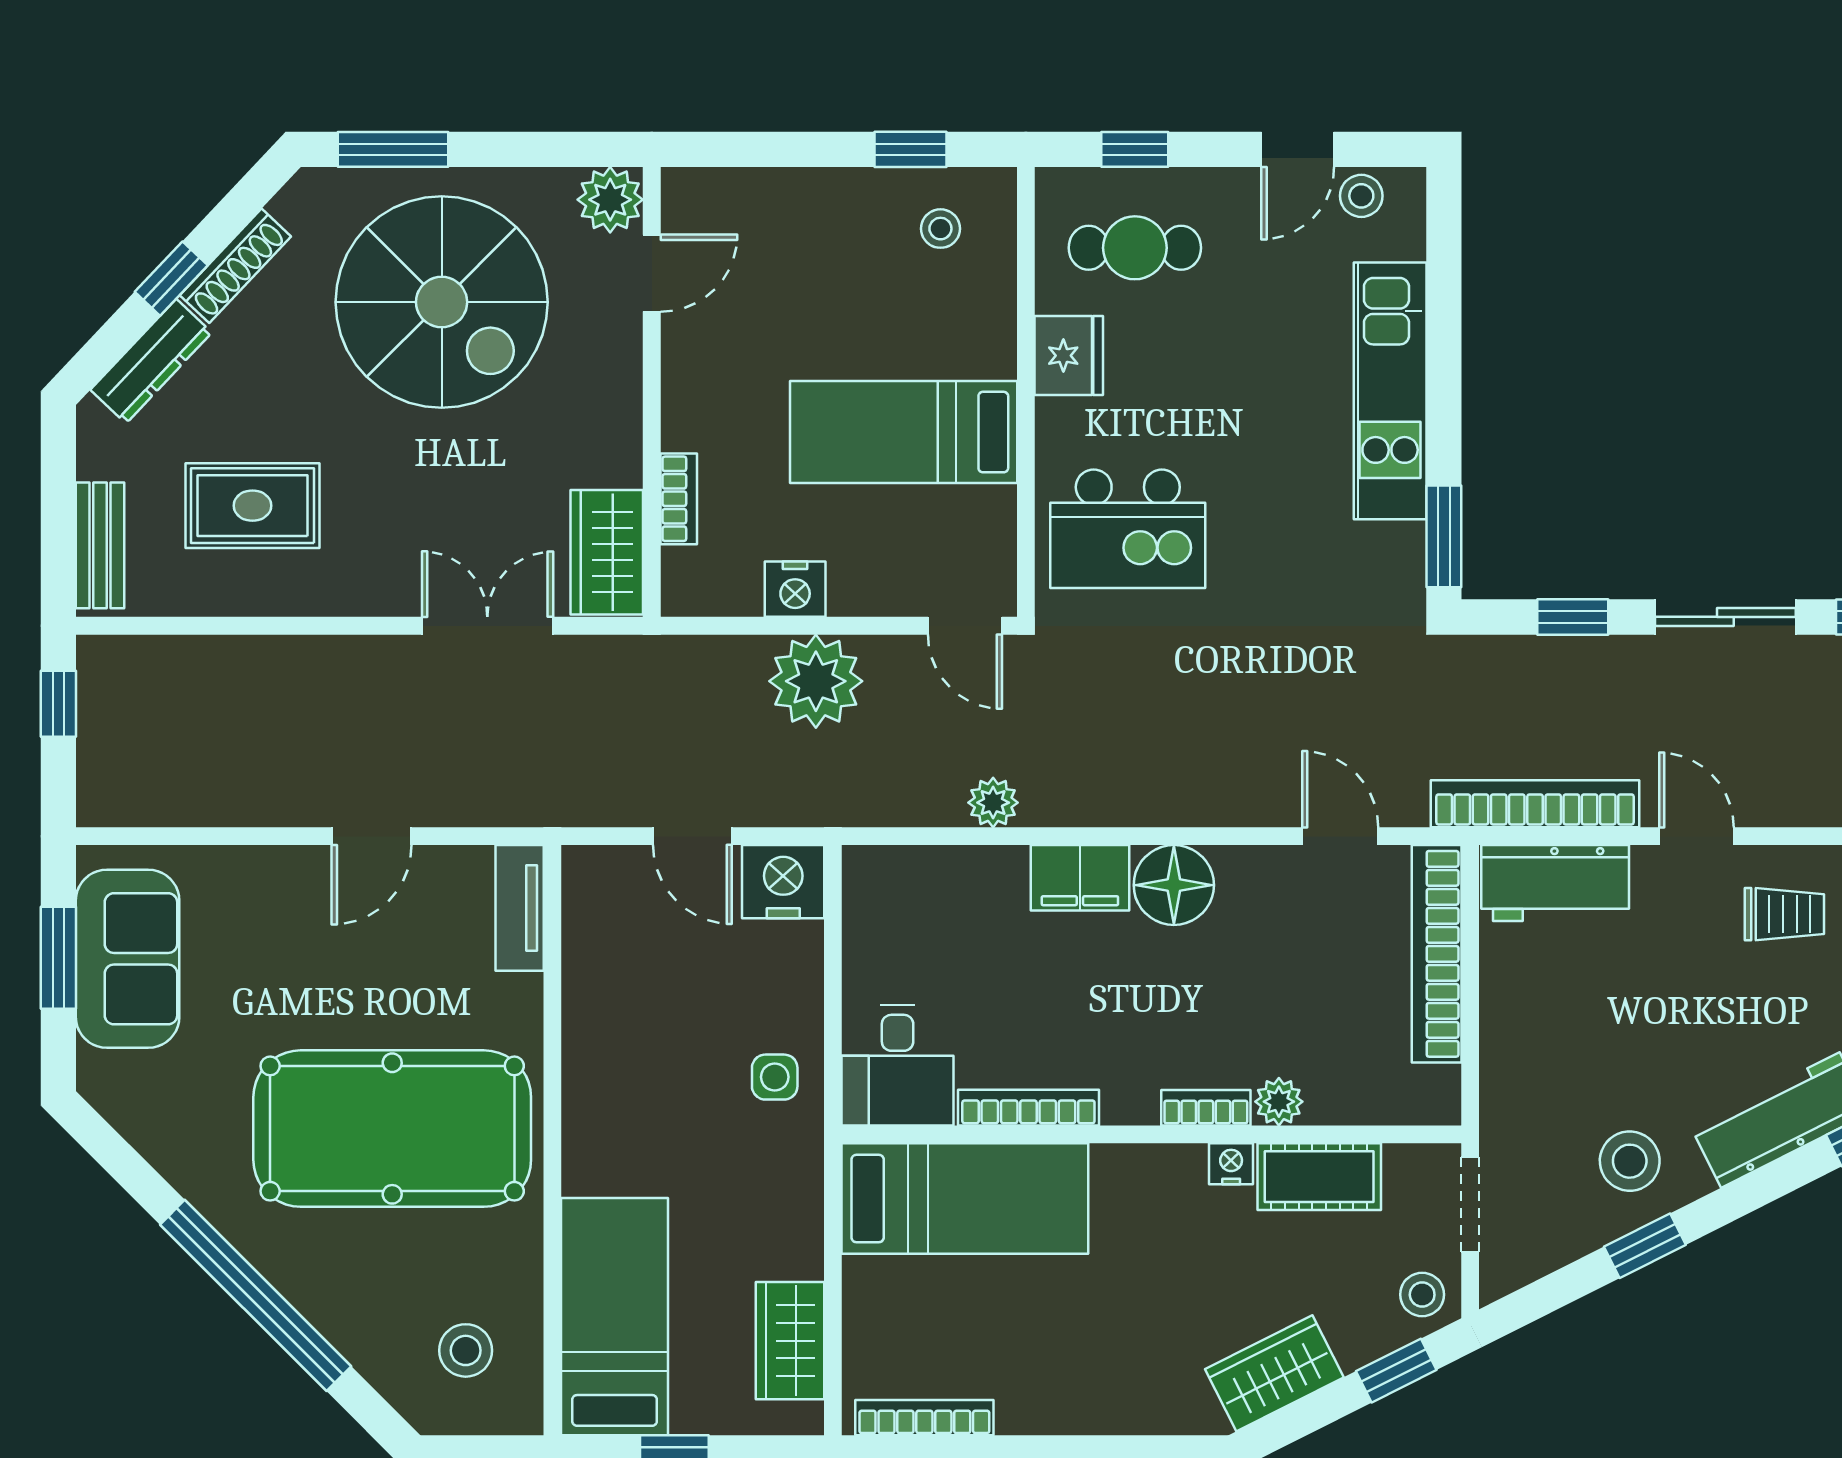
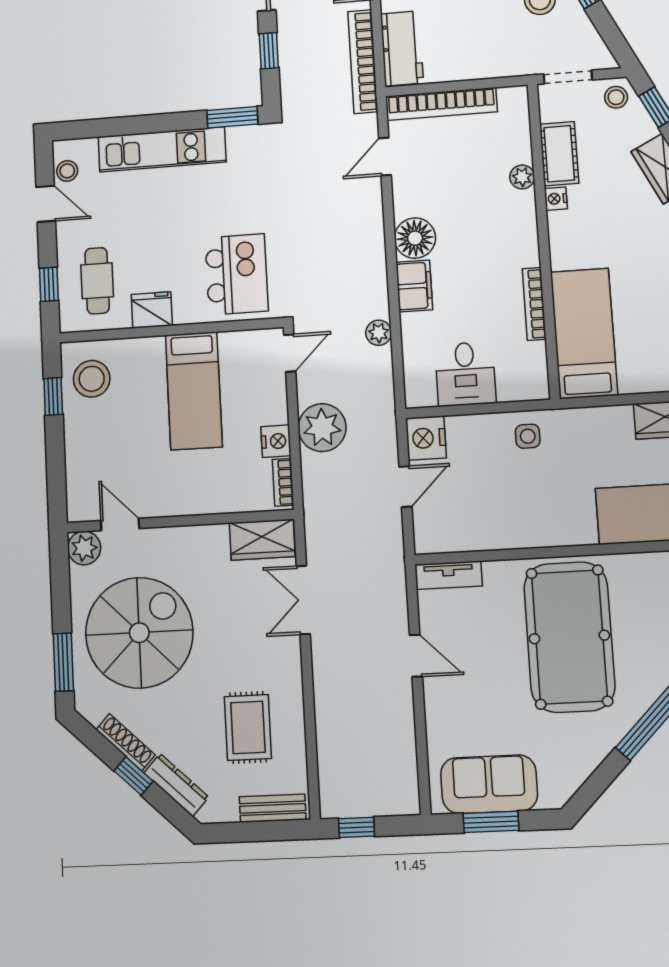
stool: (940, 229) -> (92, 379), width x1.89, depth x1.89
bookcase: (679, 499) -> (283, 482), moved, turned -90
desk: (898, 1065) -> (465, 374), moved, turned 90
bookcase: (1206, 1108) -> (528, 214), removed

